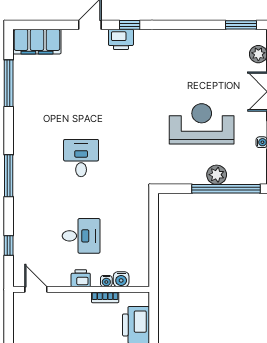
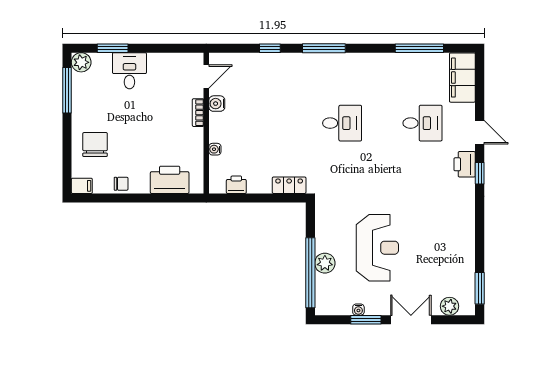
locker: (141, 209) -> (289, 185), added
desk: (81, 236) -> (423, 123), moved, turned -90
window: (9, 246) -> (270, 48), moved
printer: (81, 278) -> (236, 185), moved, turned -90
water cooler: (121, 279) -> (217, 104), moved
bookcase: (105, 297) -> (198, 113), moved

